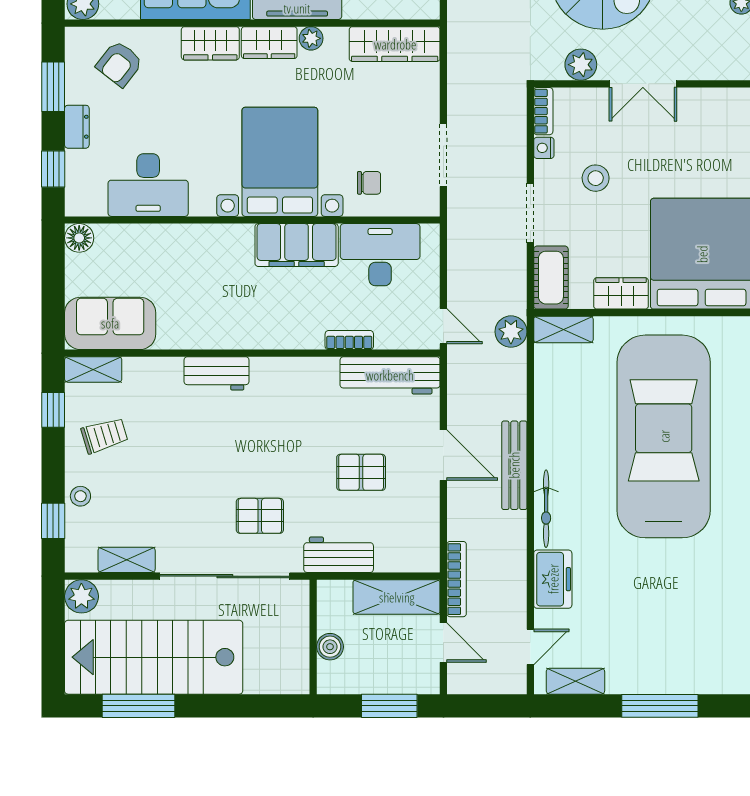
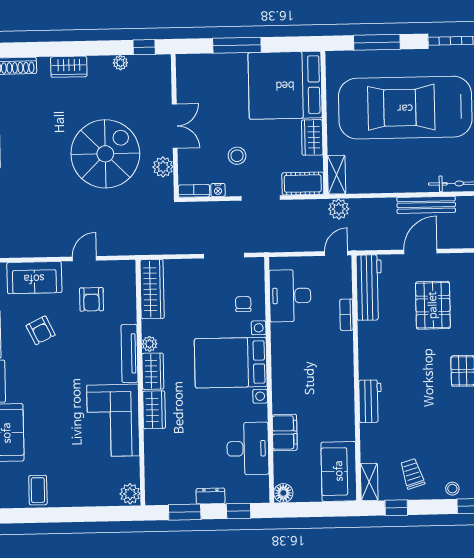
armchair: (119, 64) -> (169, 469), removed
filing cabinet: (297, 245) -> (285, 432), moved, width x0.67, depth x0.86
pallet: (361, 472) -> (433, 305), width x1.50, depth x1.42

